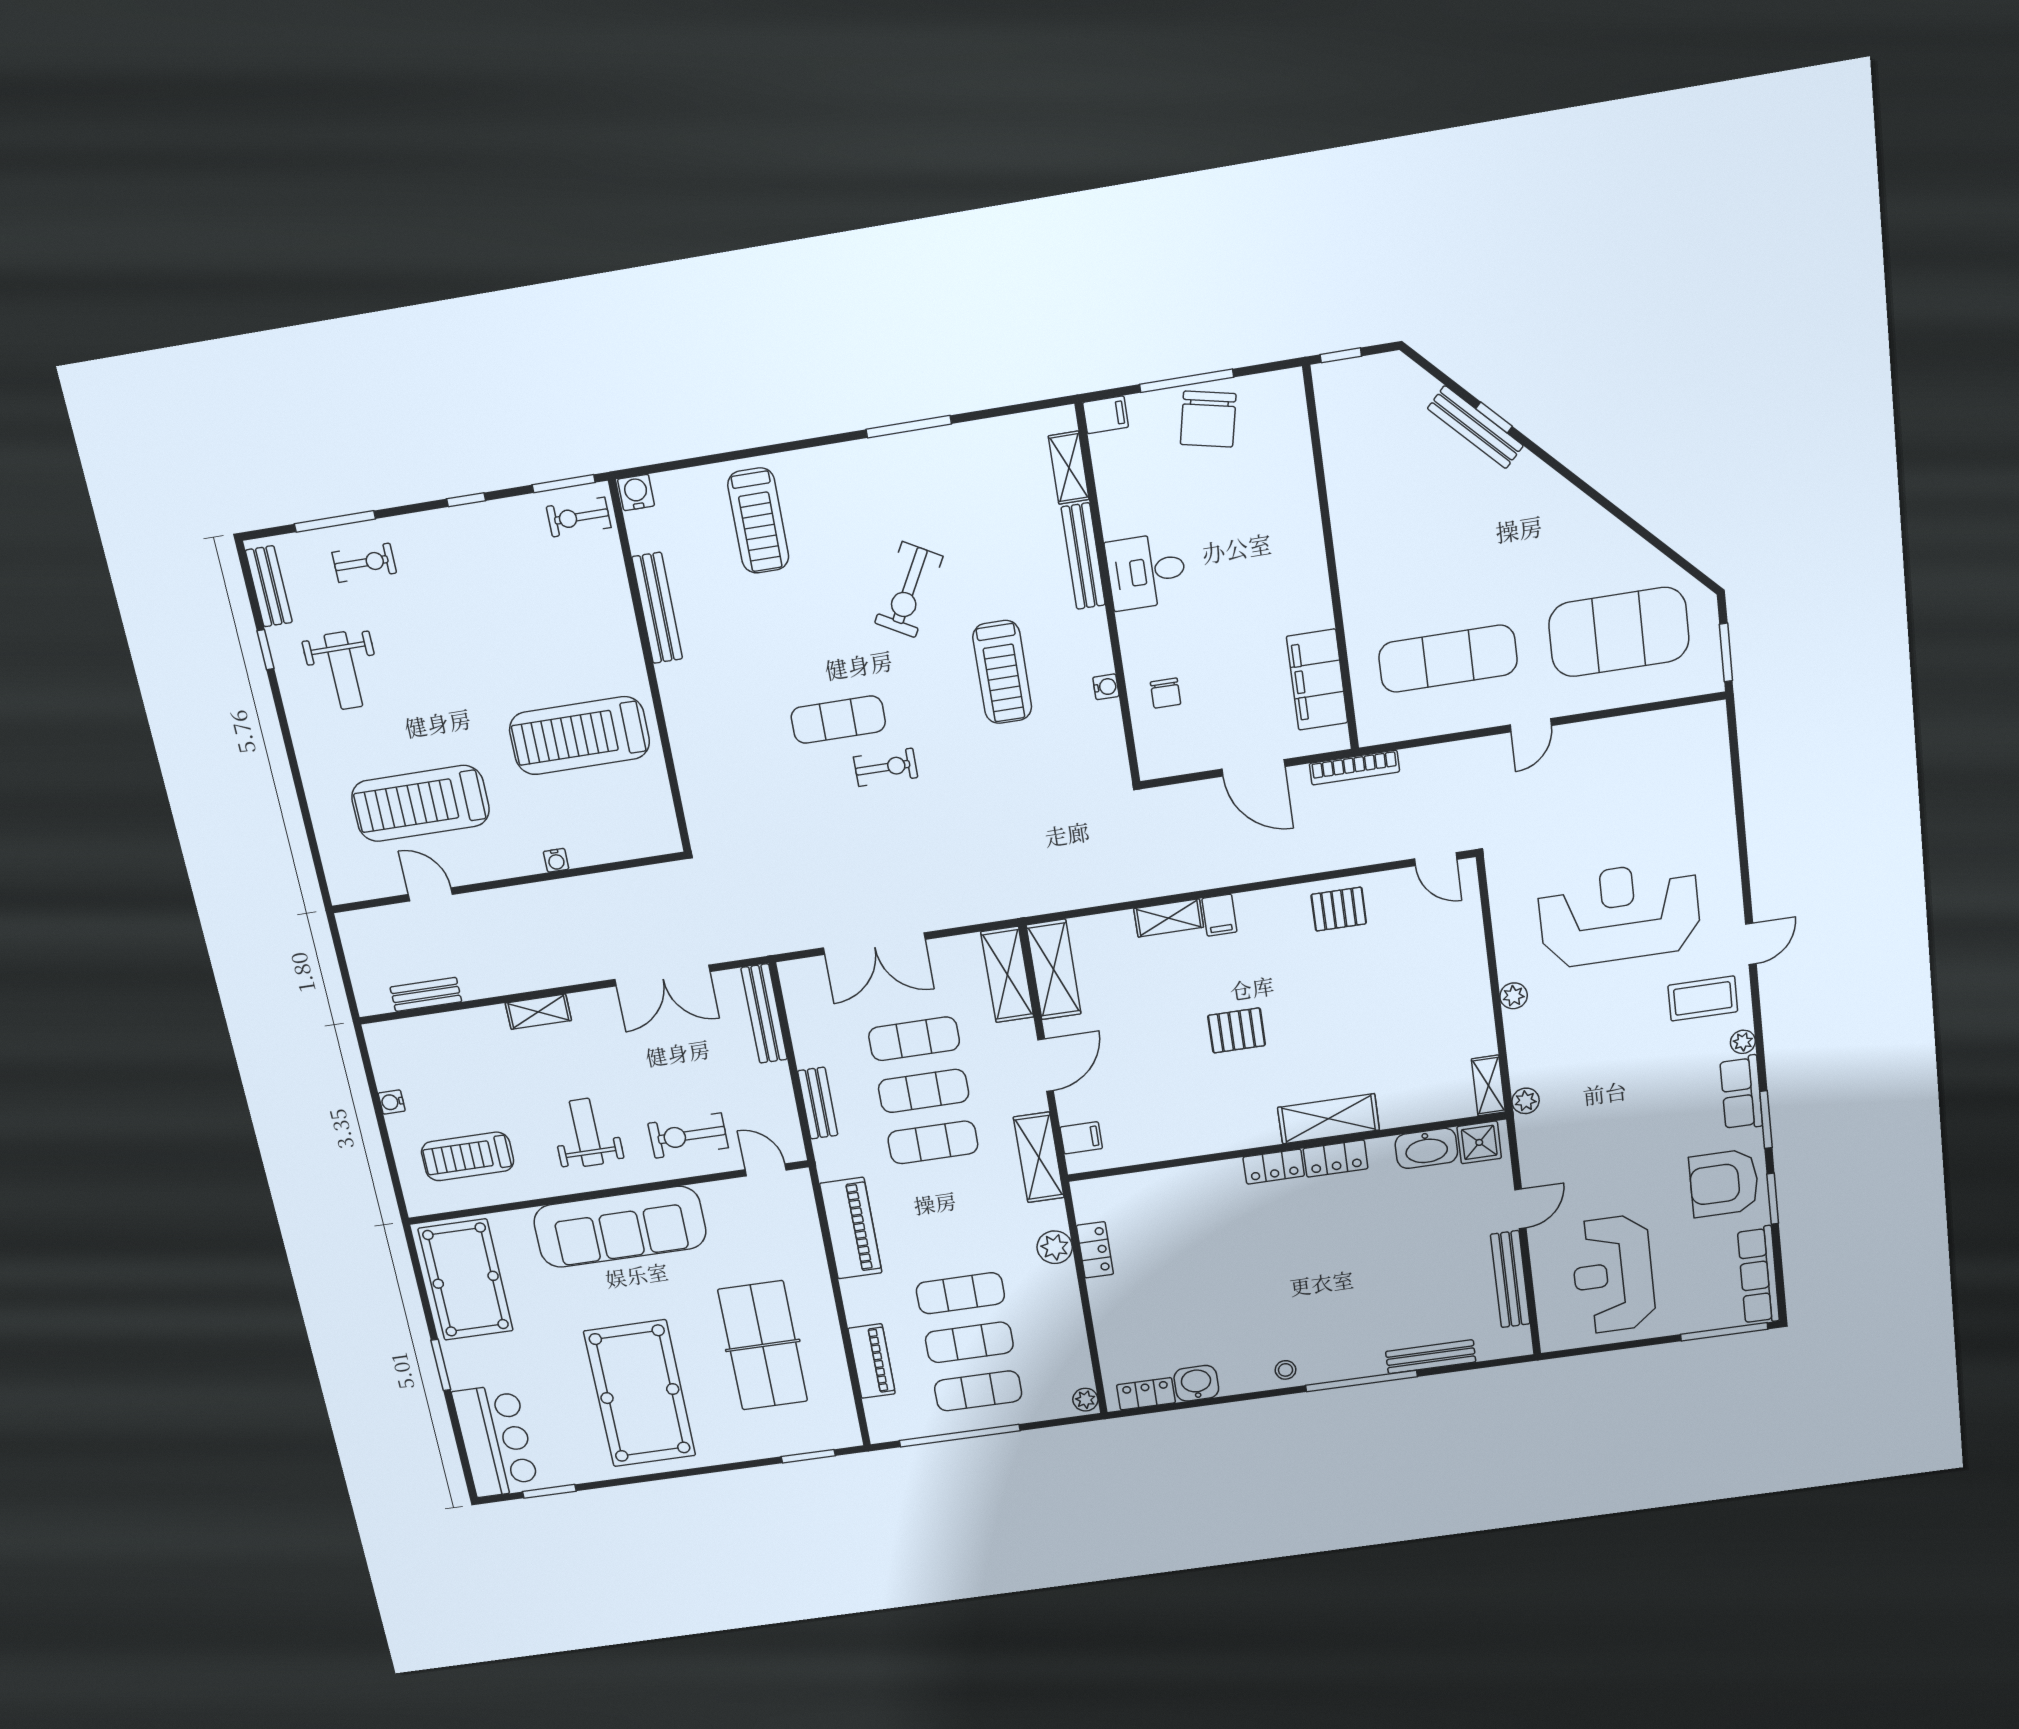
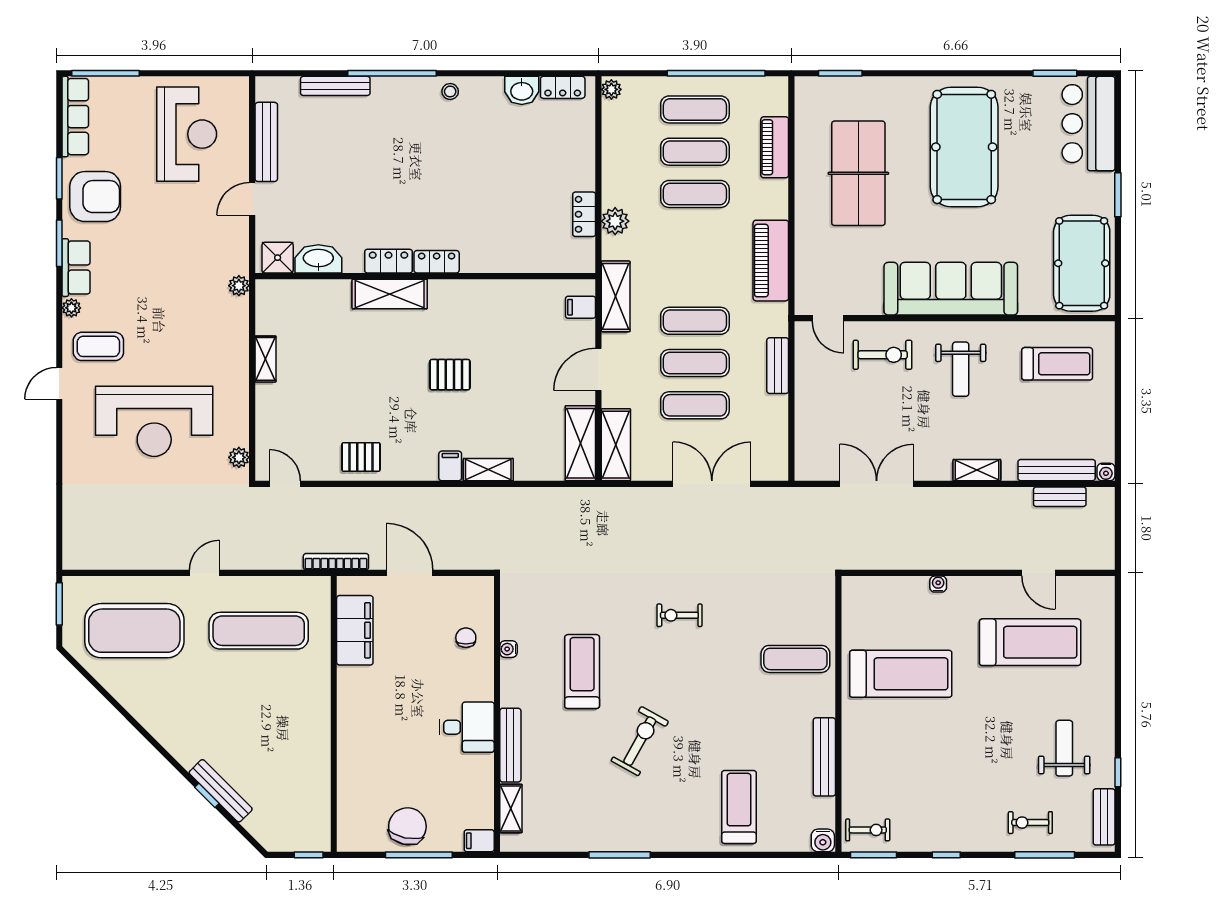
exercise mat: (838, 720) -> (795, 659), moved
plant: (1514, 996) -> (239, 457), moved
bench: (764, 1014) -> (1057, 470), moved, turned 90
shelving: (1488, 1086) -> (266, 359), moved
water cooler: (392, 1102) -> (1106, 472), moved, turned 90

